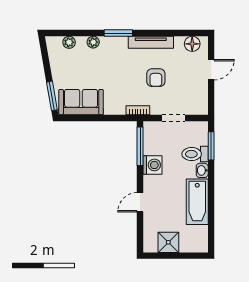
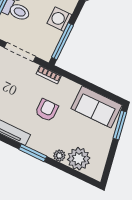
plant: (69, 42) -> (79, 159), width x1.87, depth x1.87
armchair: (156, 78) -> (47, 110), moved
doorway: (174, 118) -> (20, 52), width x1.38

